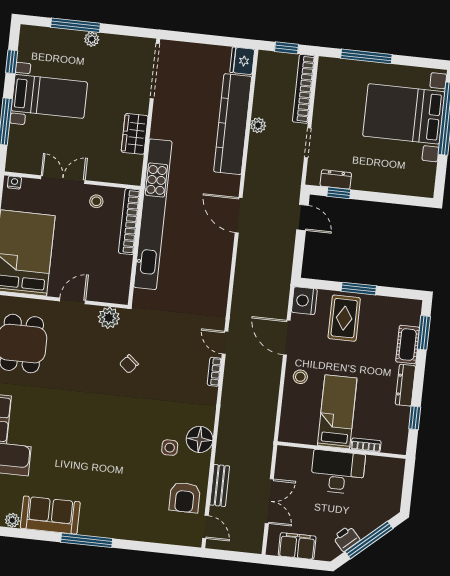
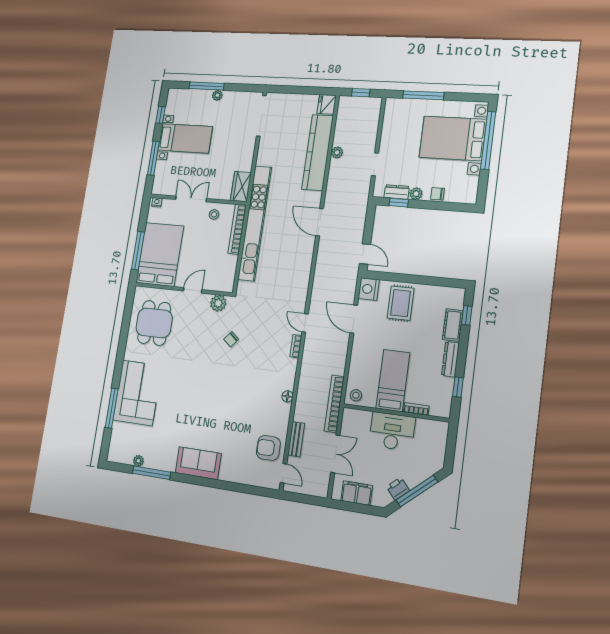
bookcase: (304, 89) -> (334, 404), moved
wardrobe: (135, 134) -> (241, 187), moved
plant: (360, 182) -> (416, 194), added
chair: (386, 183) -> (437, 194), added
door: (302, 218) -> (365, 254), moved
window: (359, 289) -> (413, 279), removed
window: (424, 333) -> (467, 315), width x0.67
stool: (300, 377) -> (356, 395), moved
floor lamp: (200, 439) -> (288, 396), width x0.53, depth x0.53
side table: (170, 448) -> (259, 407), removed
armchair: (185, 497) -> (268, 448), turned 90
sofa: (50, 515) -> (198, 463), moved
window: (87, 540) -> (151, 473), moved

